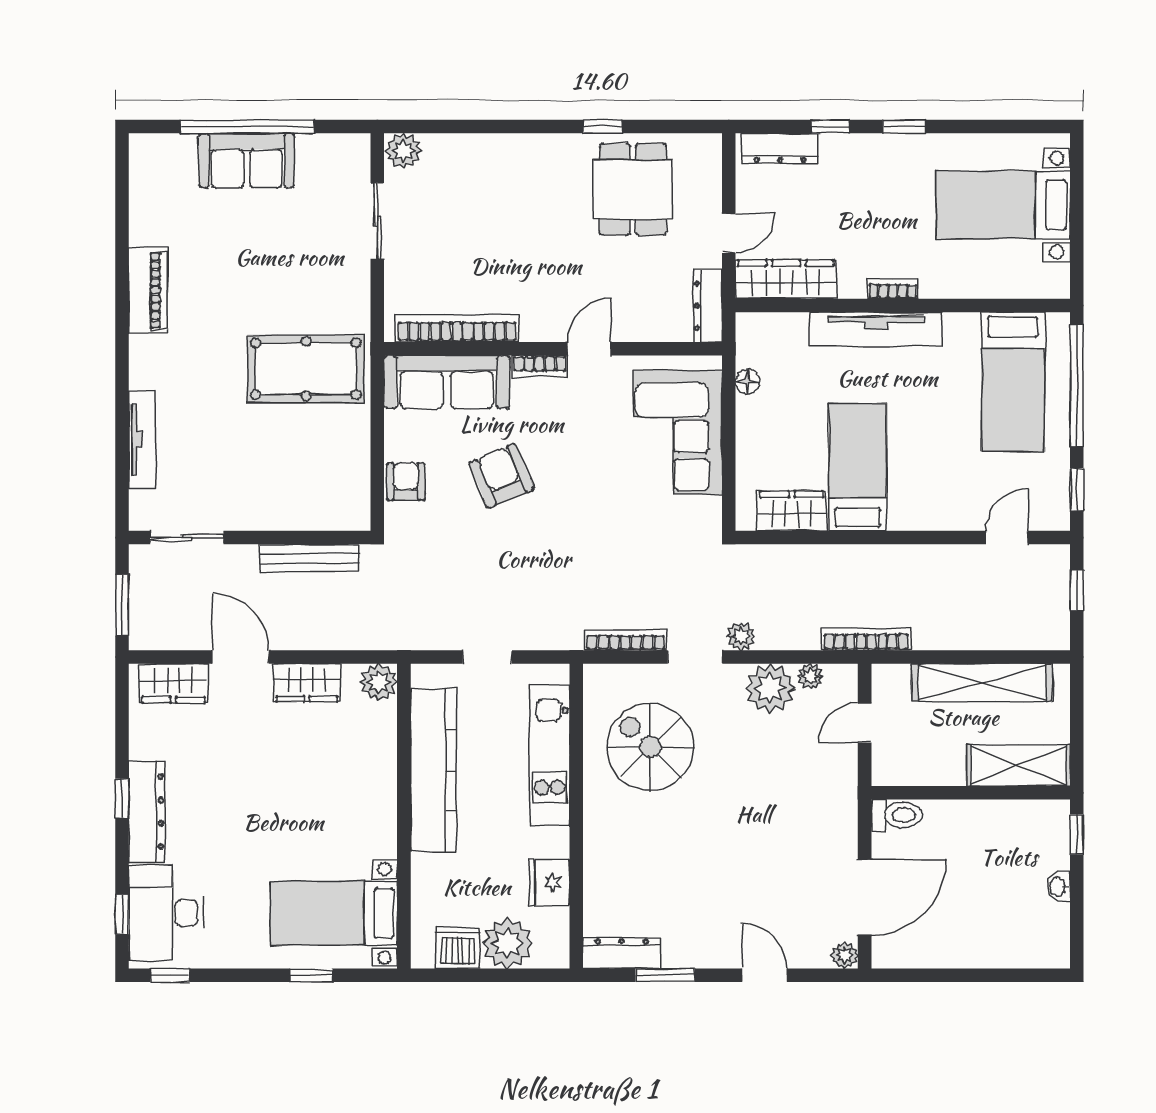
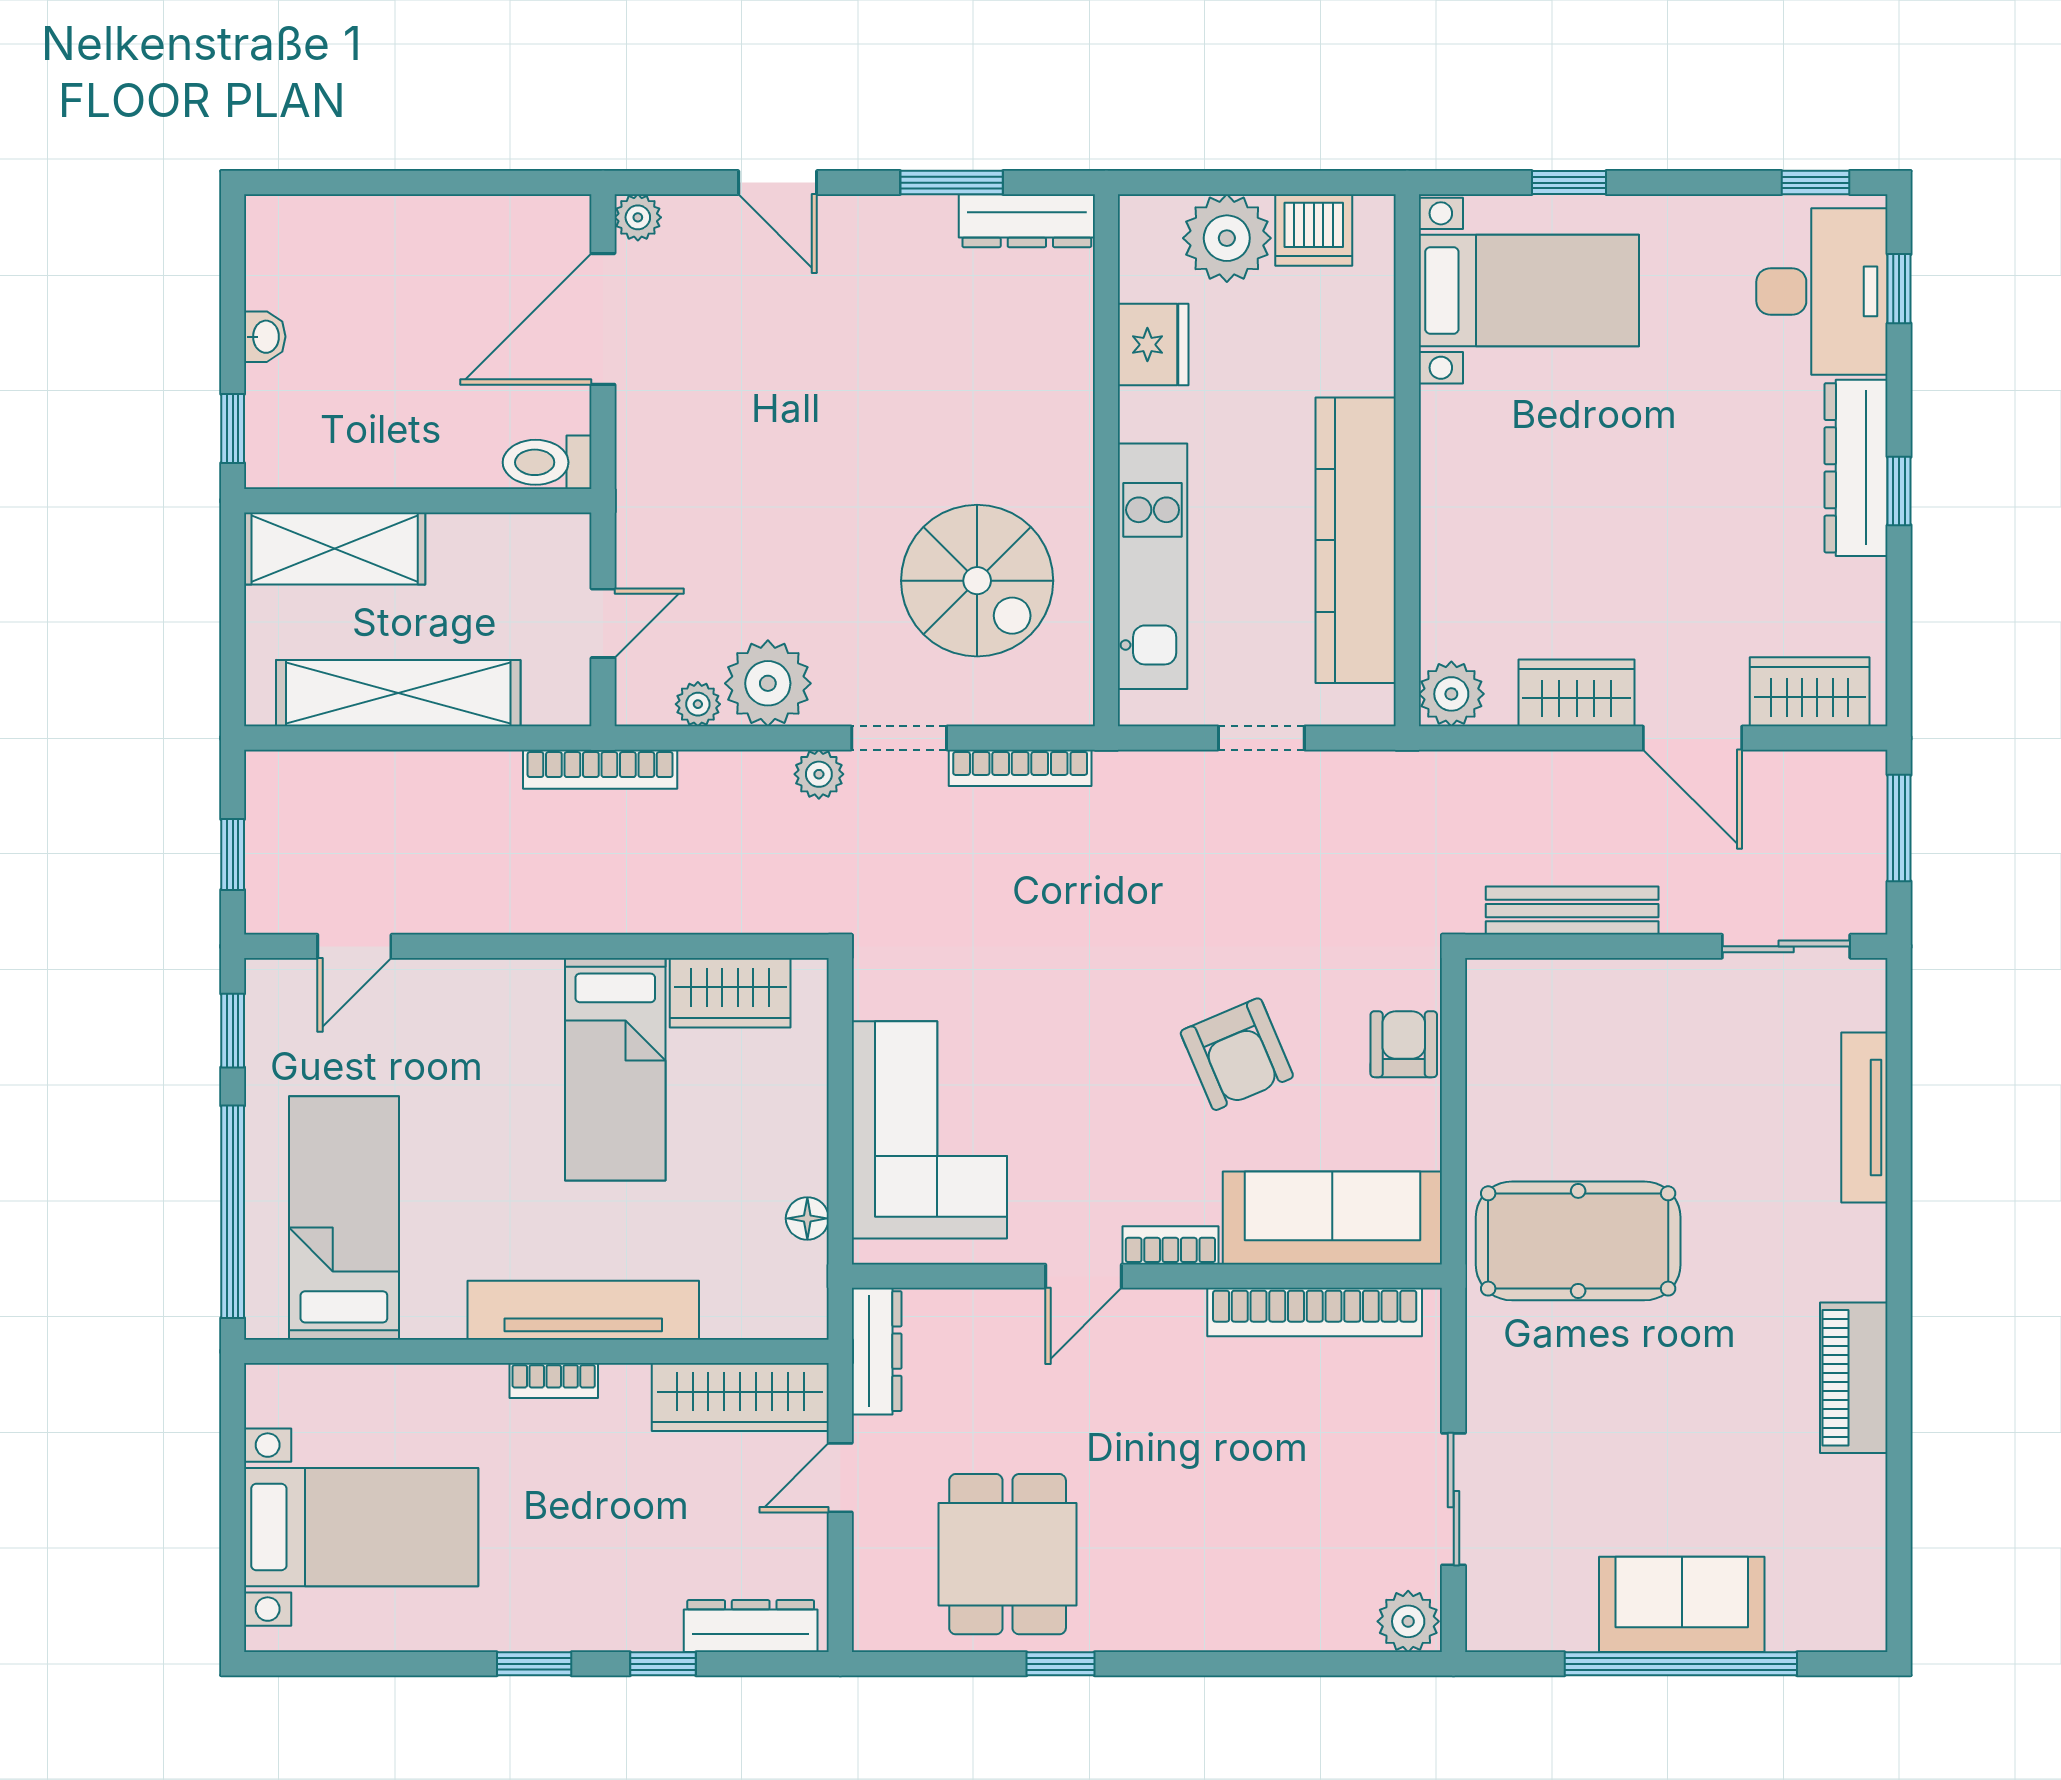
armchair: (406, 482) -> (1404, 1044), turned 180

